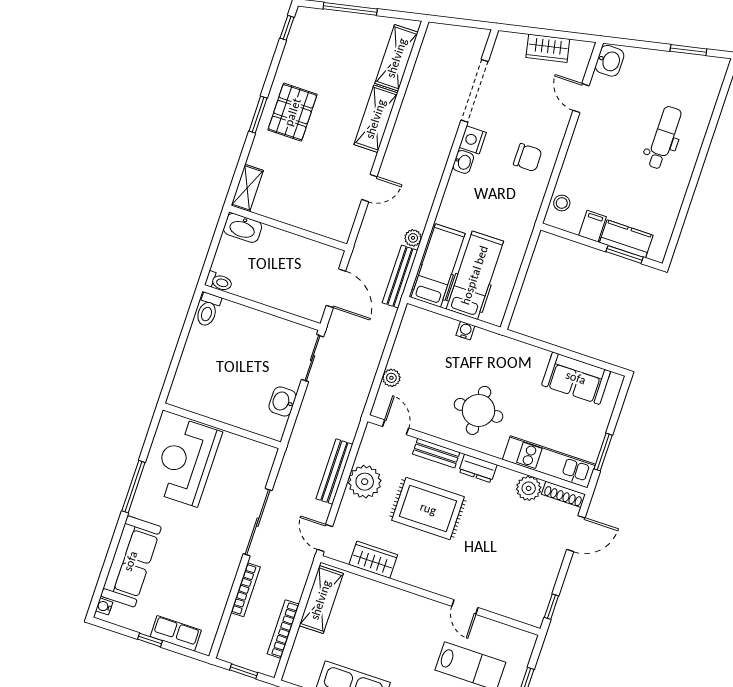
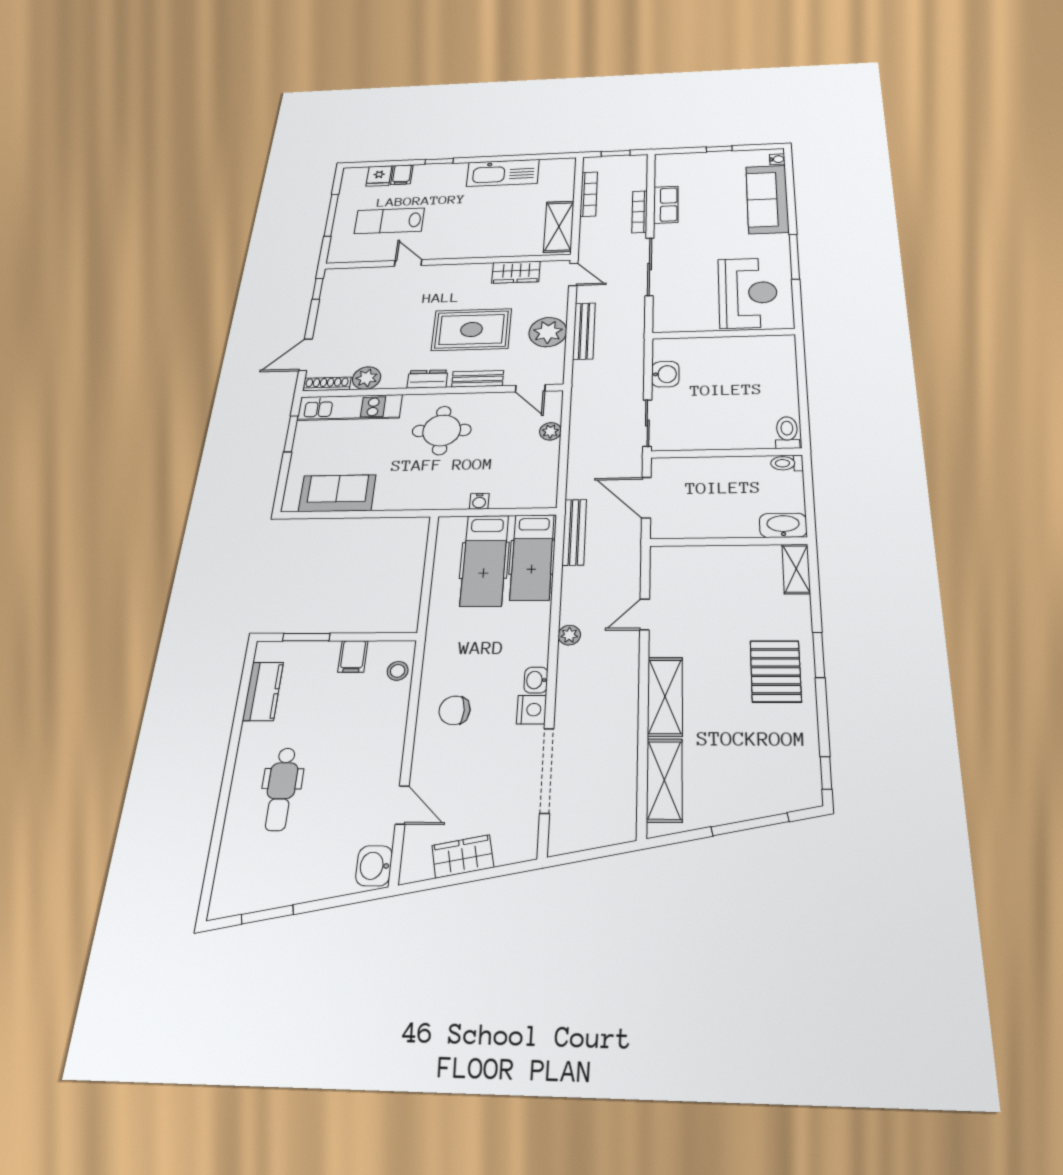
plant: (413, 238) -> (569, 635), moved
kitchen counter: (626, 239) -> (263, 691), moved, turned -90
row of seats: (176, 633) -> (666, 205), moved, turned -90

